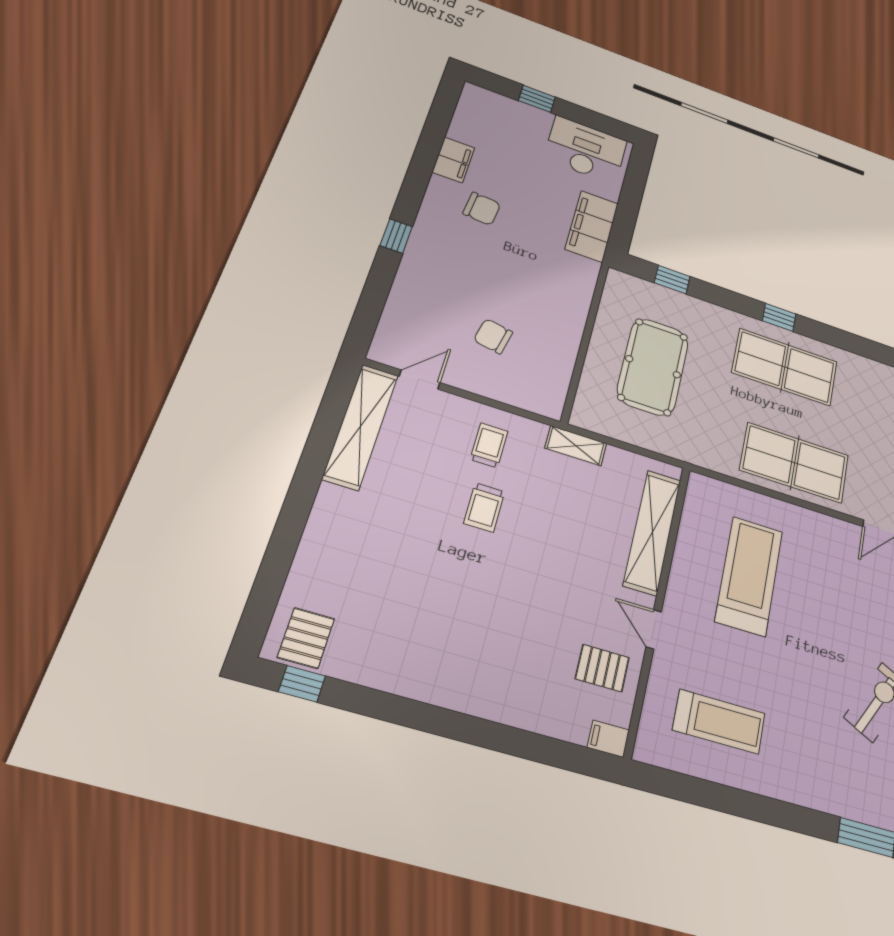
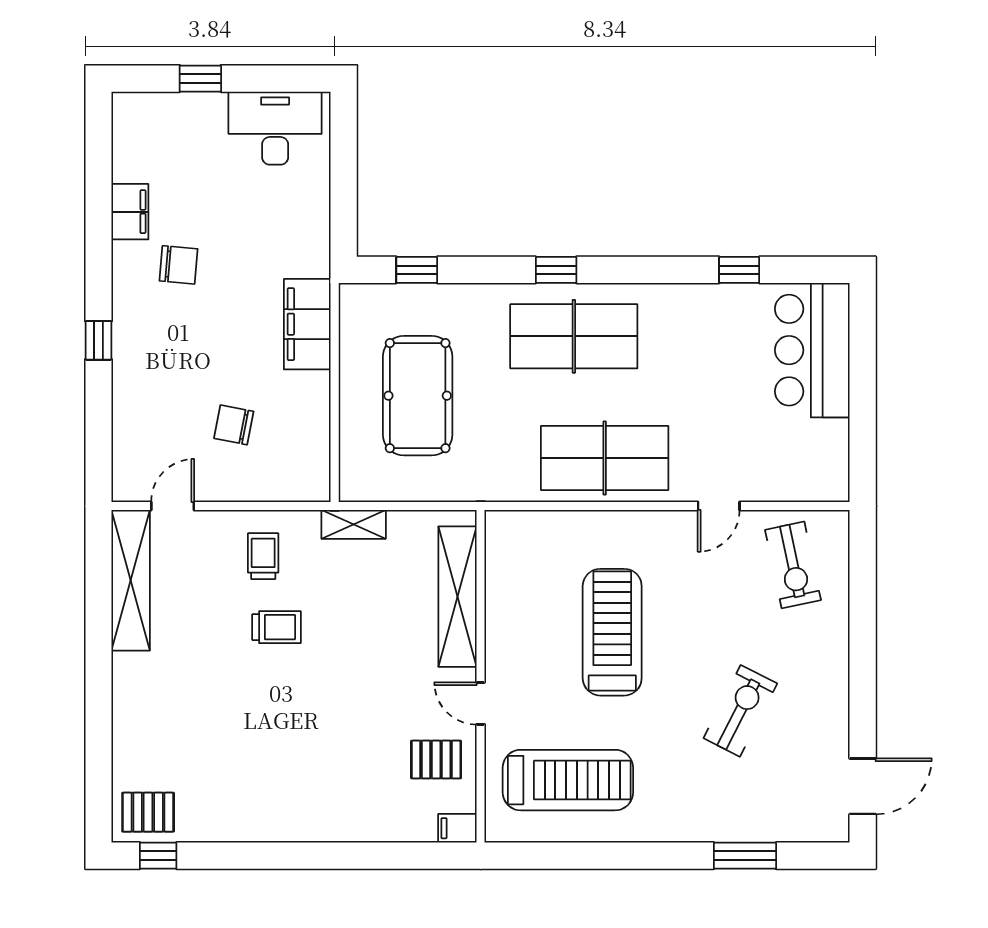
filing cabinet: (592, 226) -> (307, 324), moved
trolley: (484, 507) -> (277, 627), turned -90
treadmill: (749, 576) -> (612, 632), moved
pallet: (306, 638) -> (148, 812), turned 90
treadmill: (719, 722) -> (568, 780), width x1.37, depth x1.37

